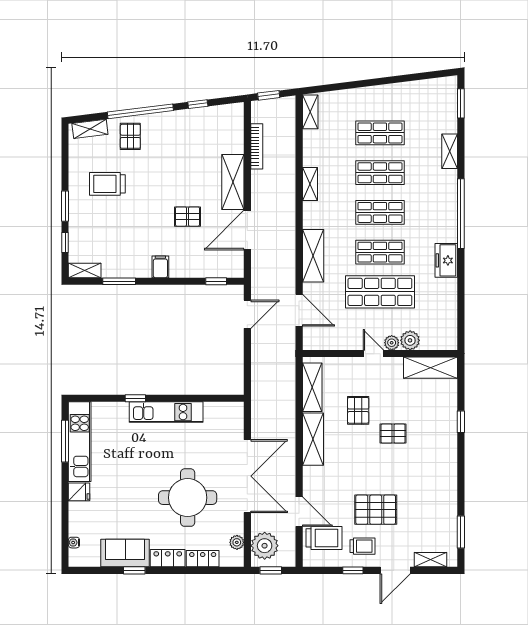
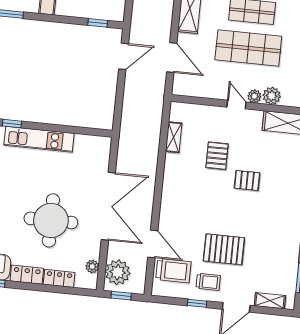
shelving: (312, 387) -> (174, 137), width x0.67, depth x0.75
shelving: (313, 439) -> (172, 178), removed

